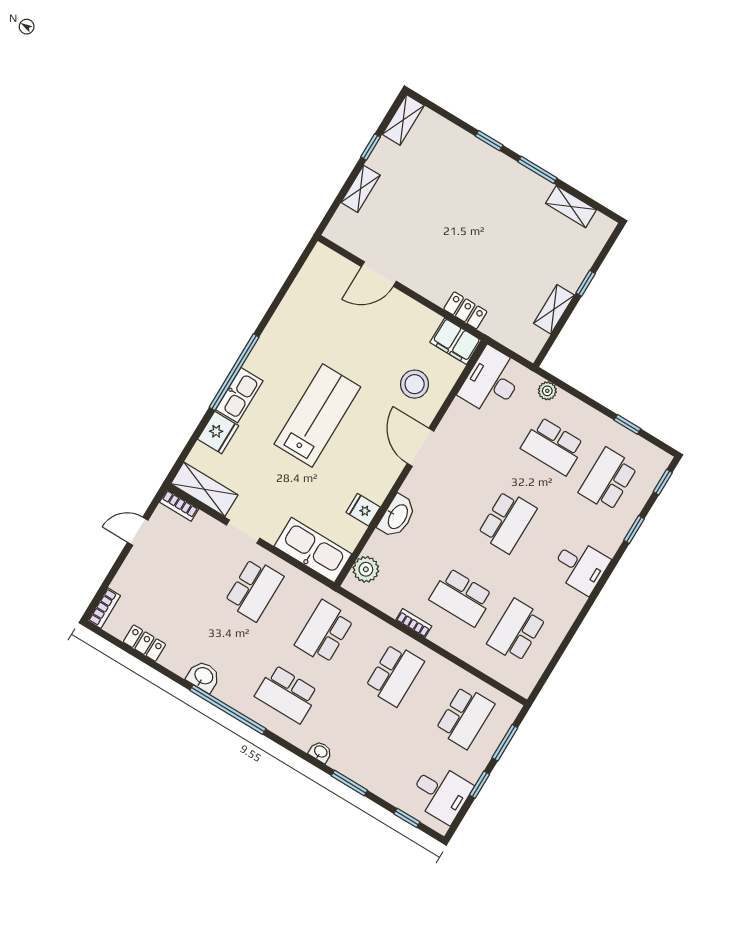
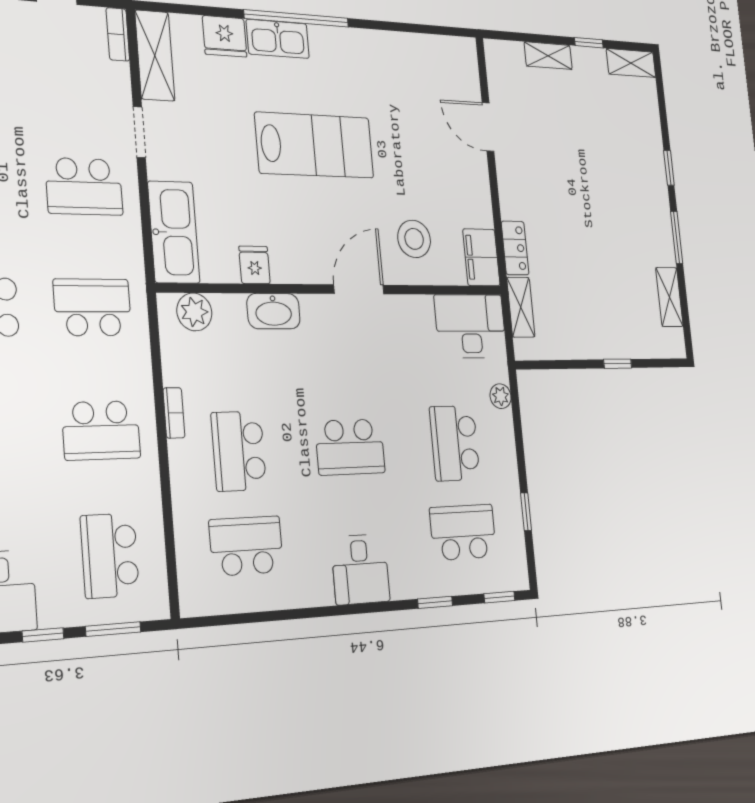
shelving: (554, 309) -> (521, 307), moved, turned 90
school desk: (465, 717) -> (110, 556), turned 90

